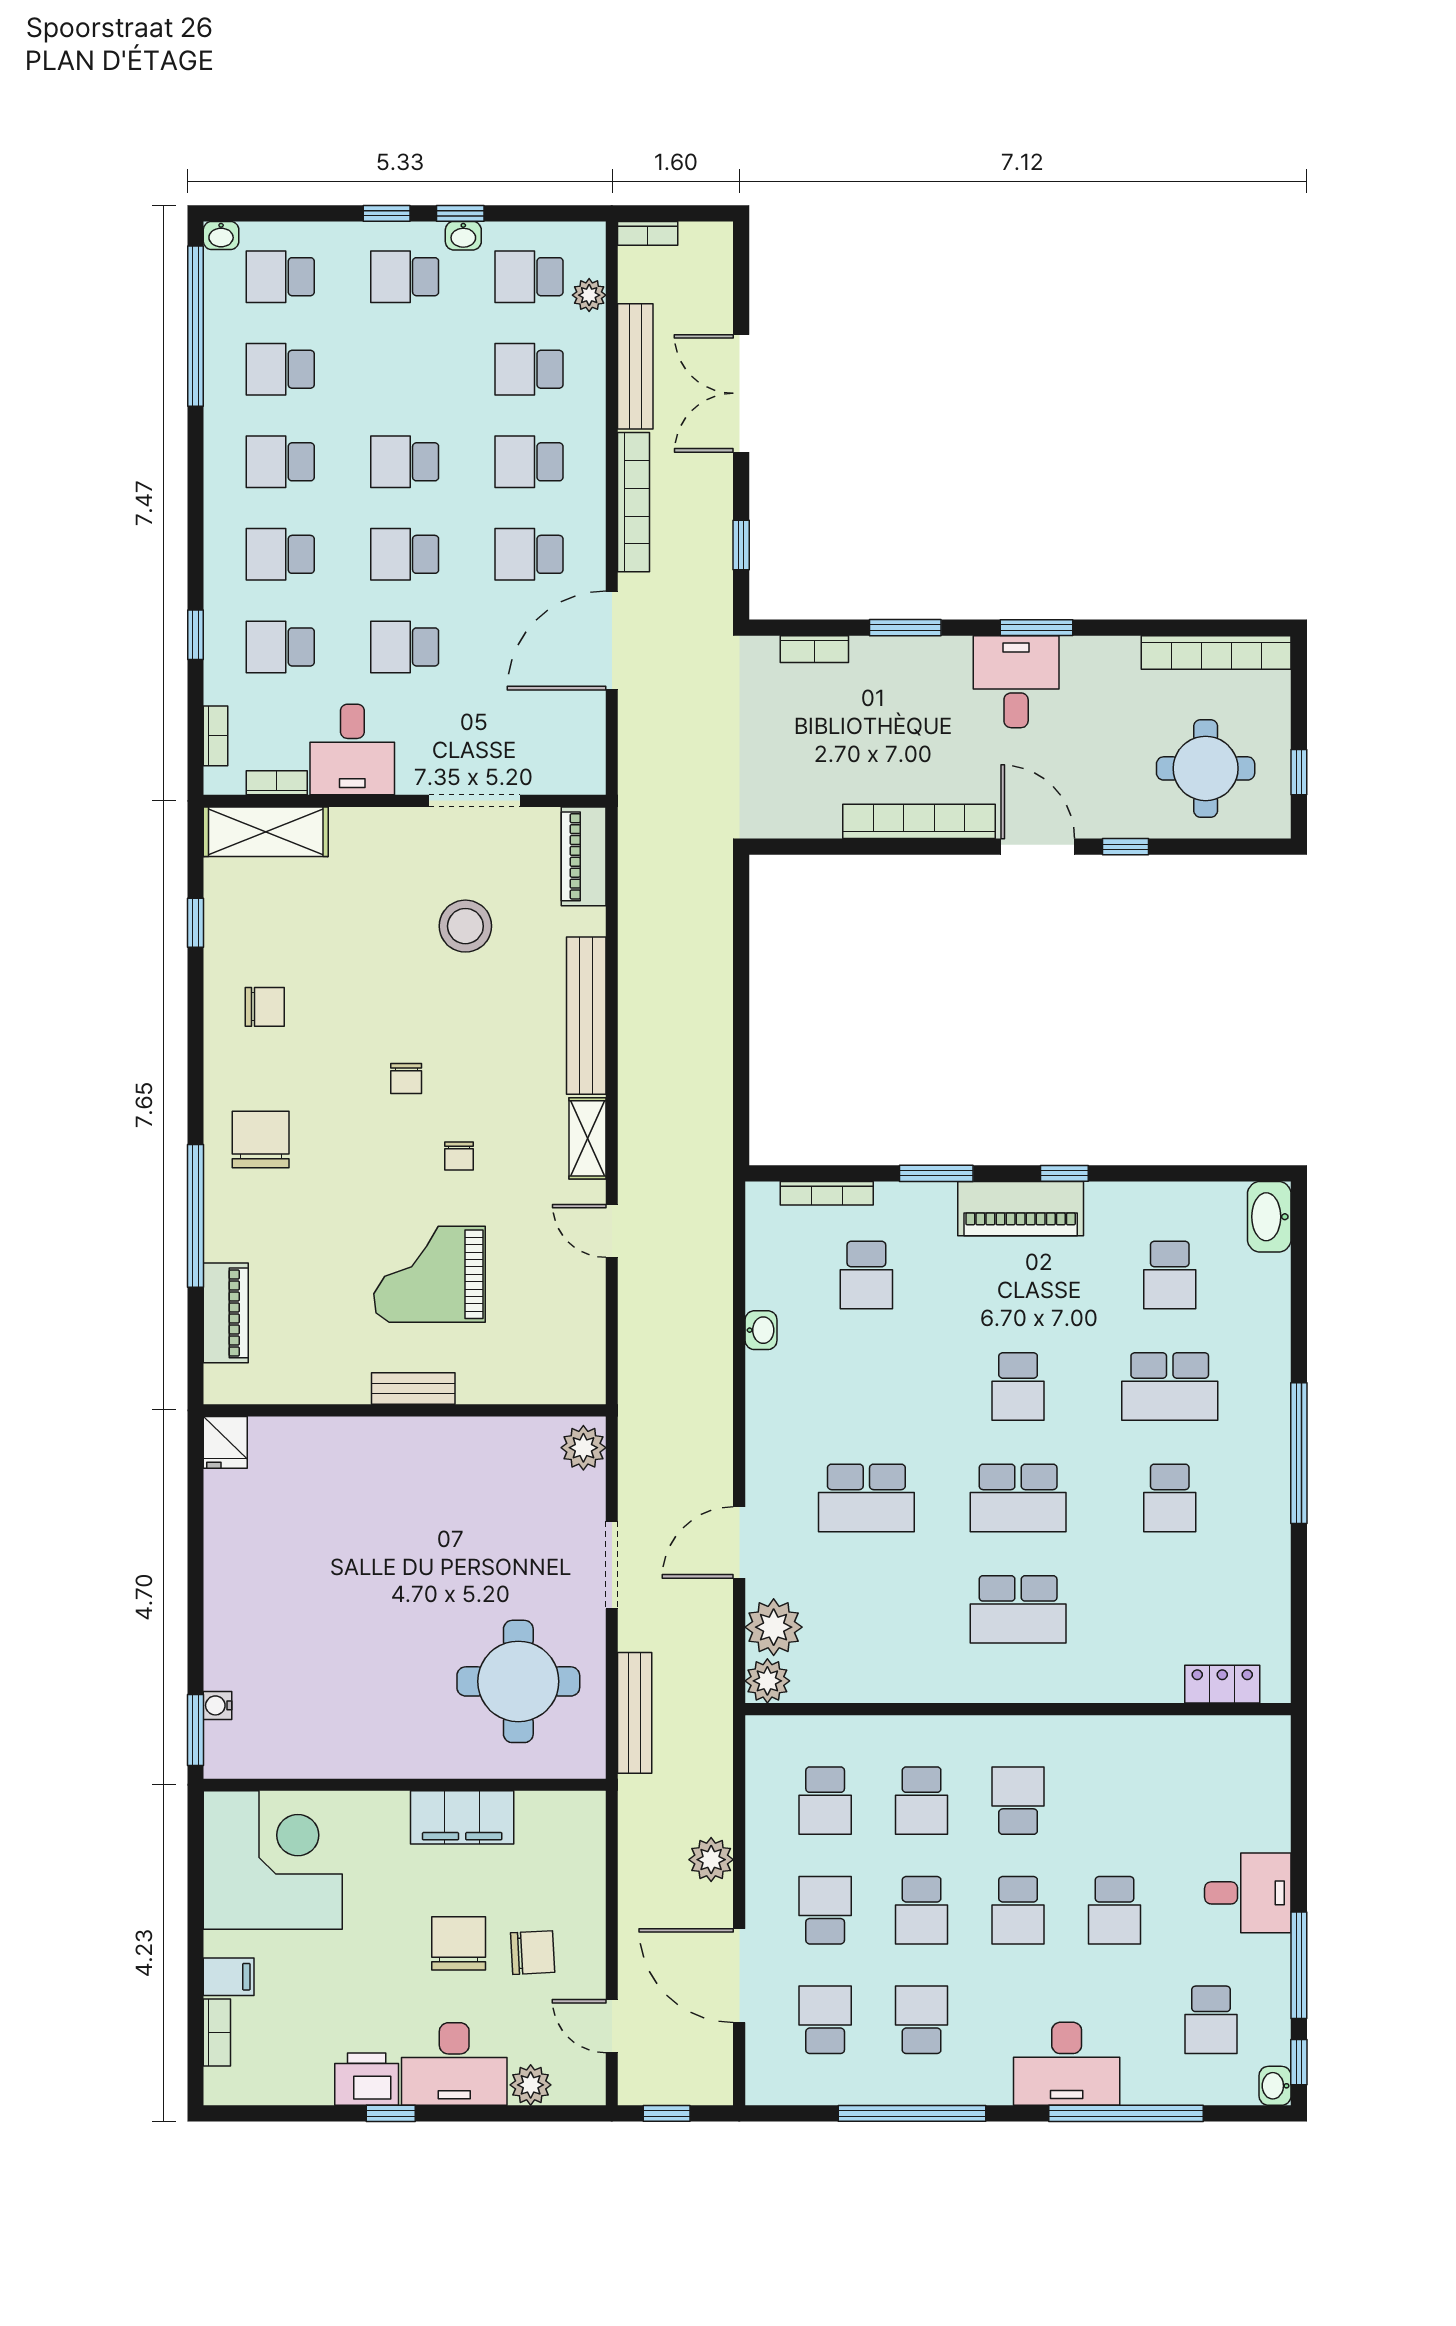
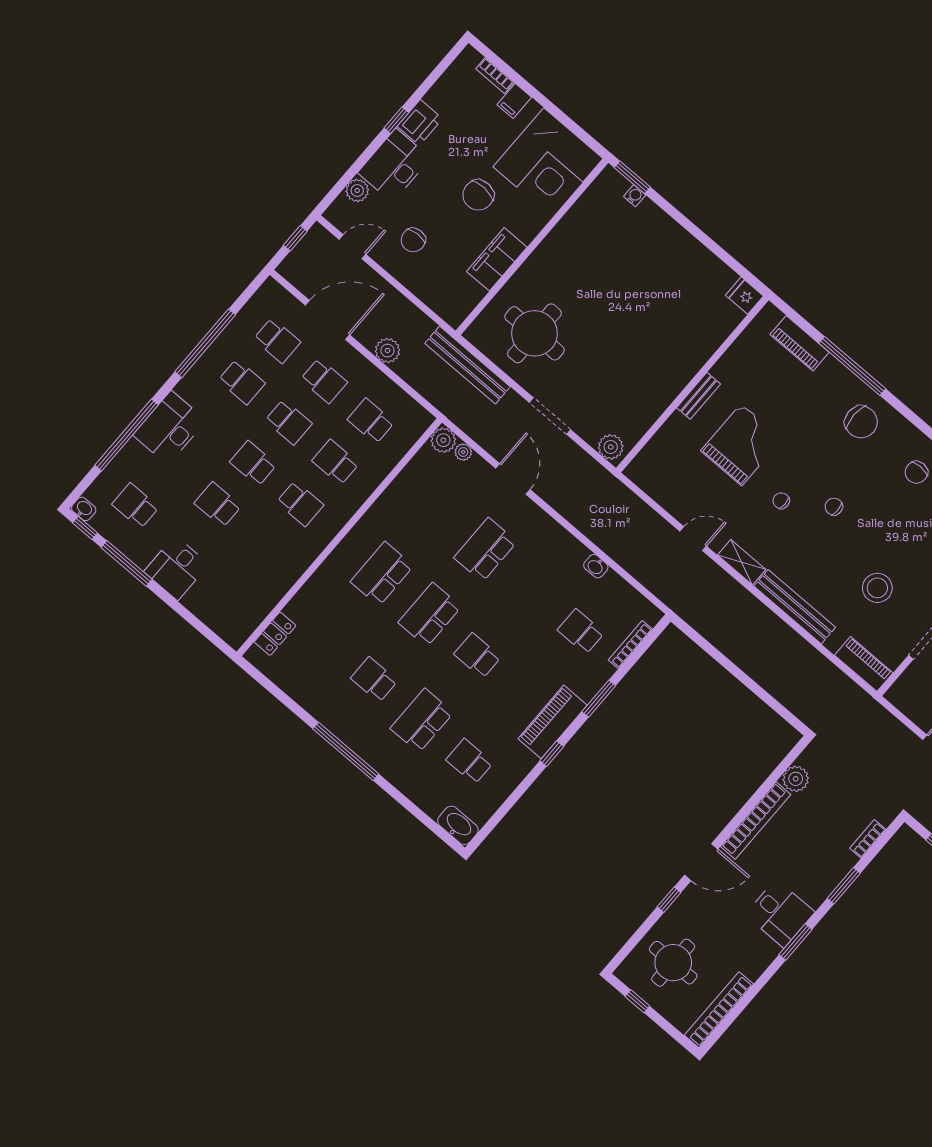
plant: (817, 816) -> (796, 779), added
plant: (774, 1627) -> (463, 452), width x0.53, depth x0.53
bench: (635, 1713) -> (467, 365), width x1.37, depth x1.21
school desk: (922, 1910) -> (289, 422), turned 180
chair: (459, 1943) -> (478, 195), moved, turned 93

